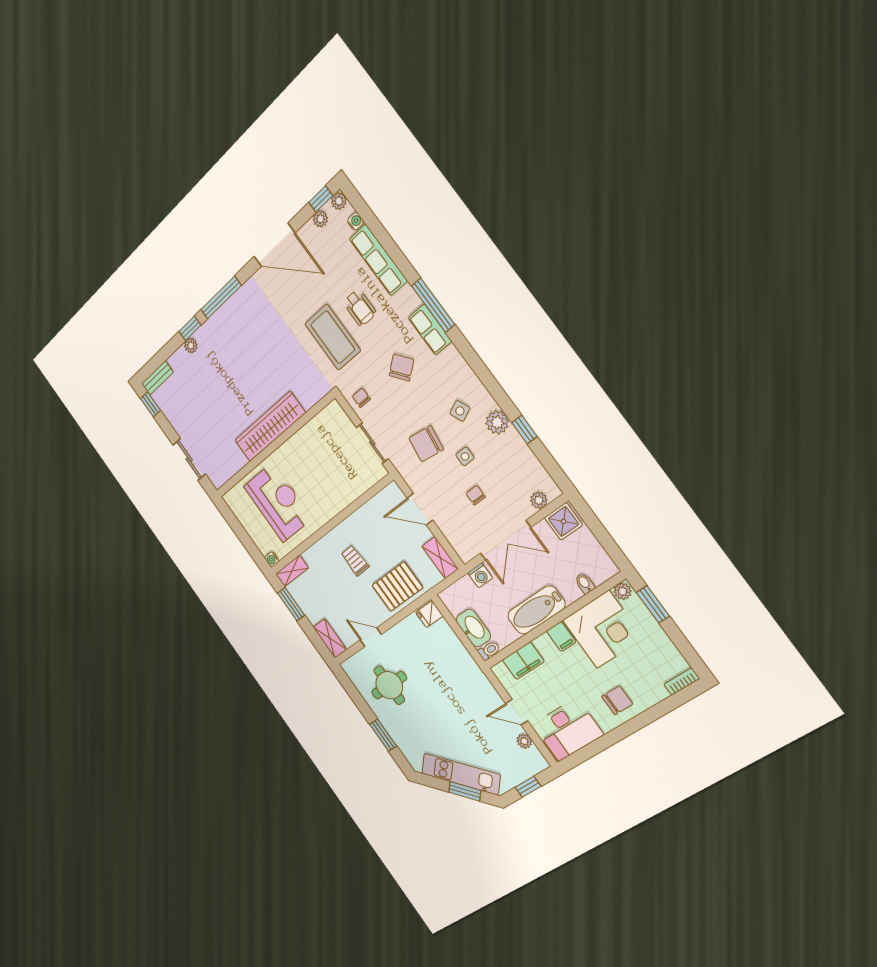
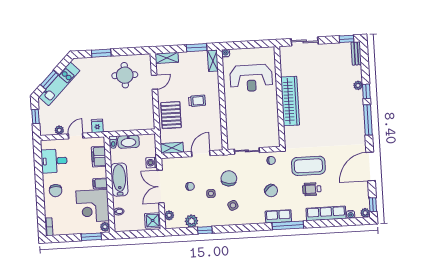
plant: (320, 219) -> (365, 198), removed
plant: (497, 422) -> (191, 221), moved
fridge: (429, 614) -> (97, 126), moved
desk: (568, 730) -> (54, 161), width x0.73

